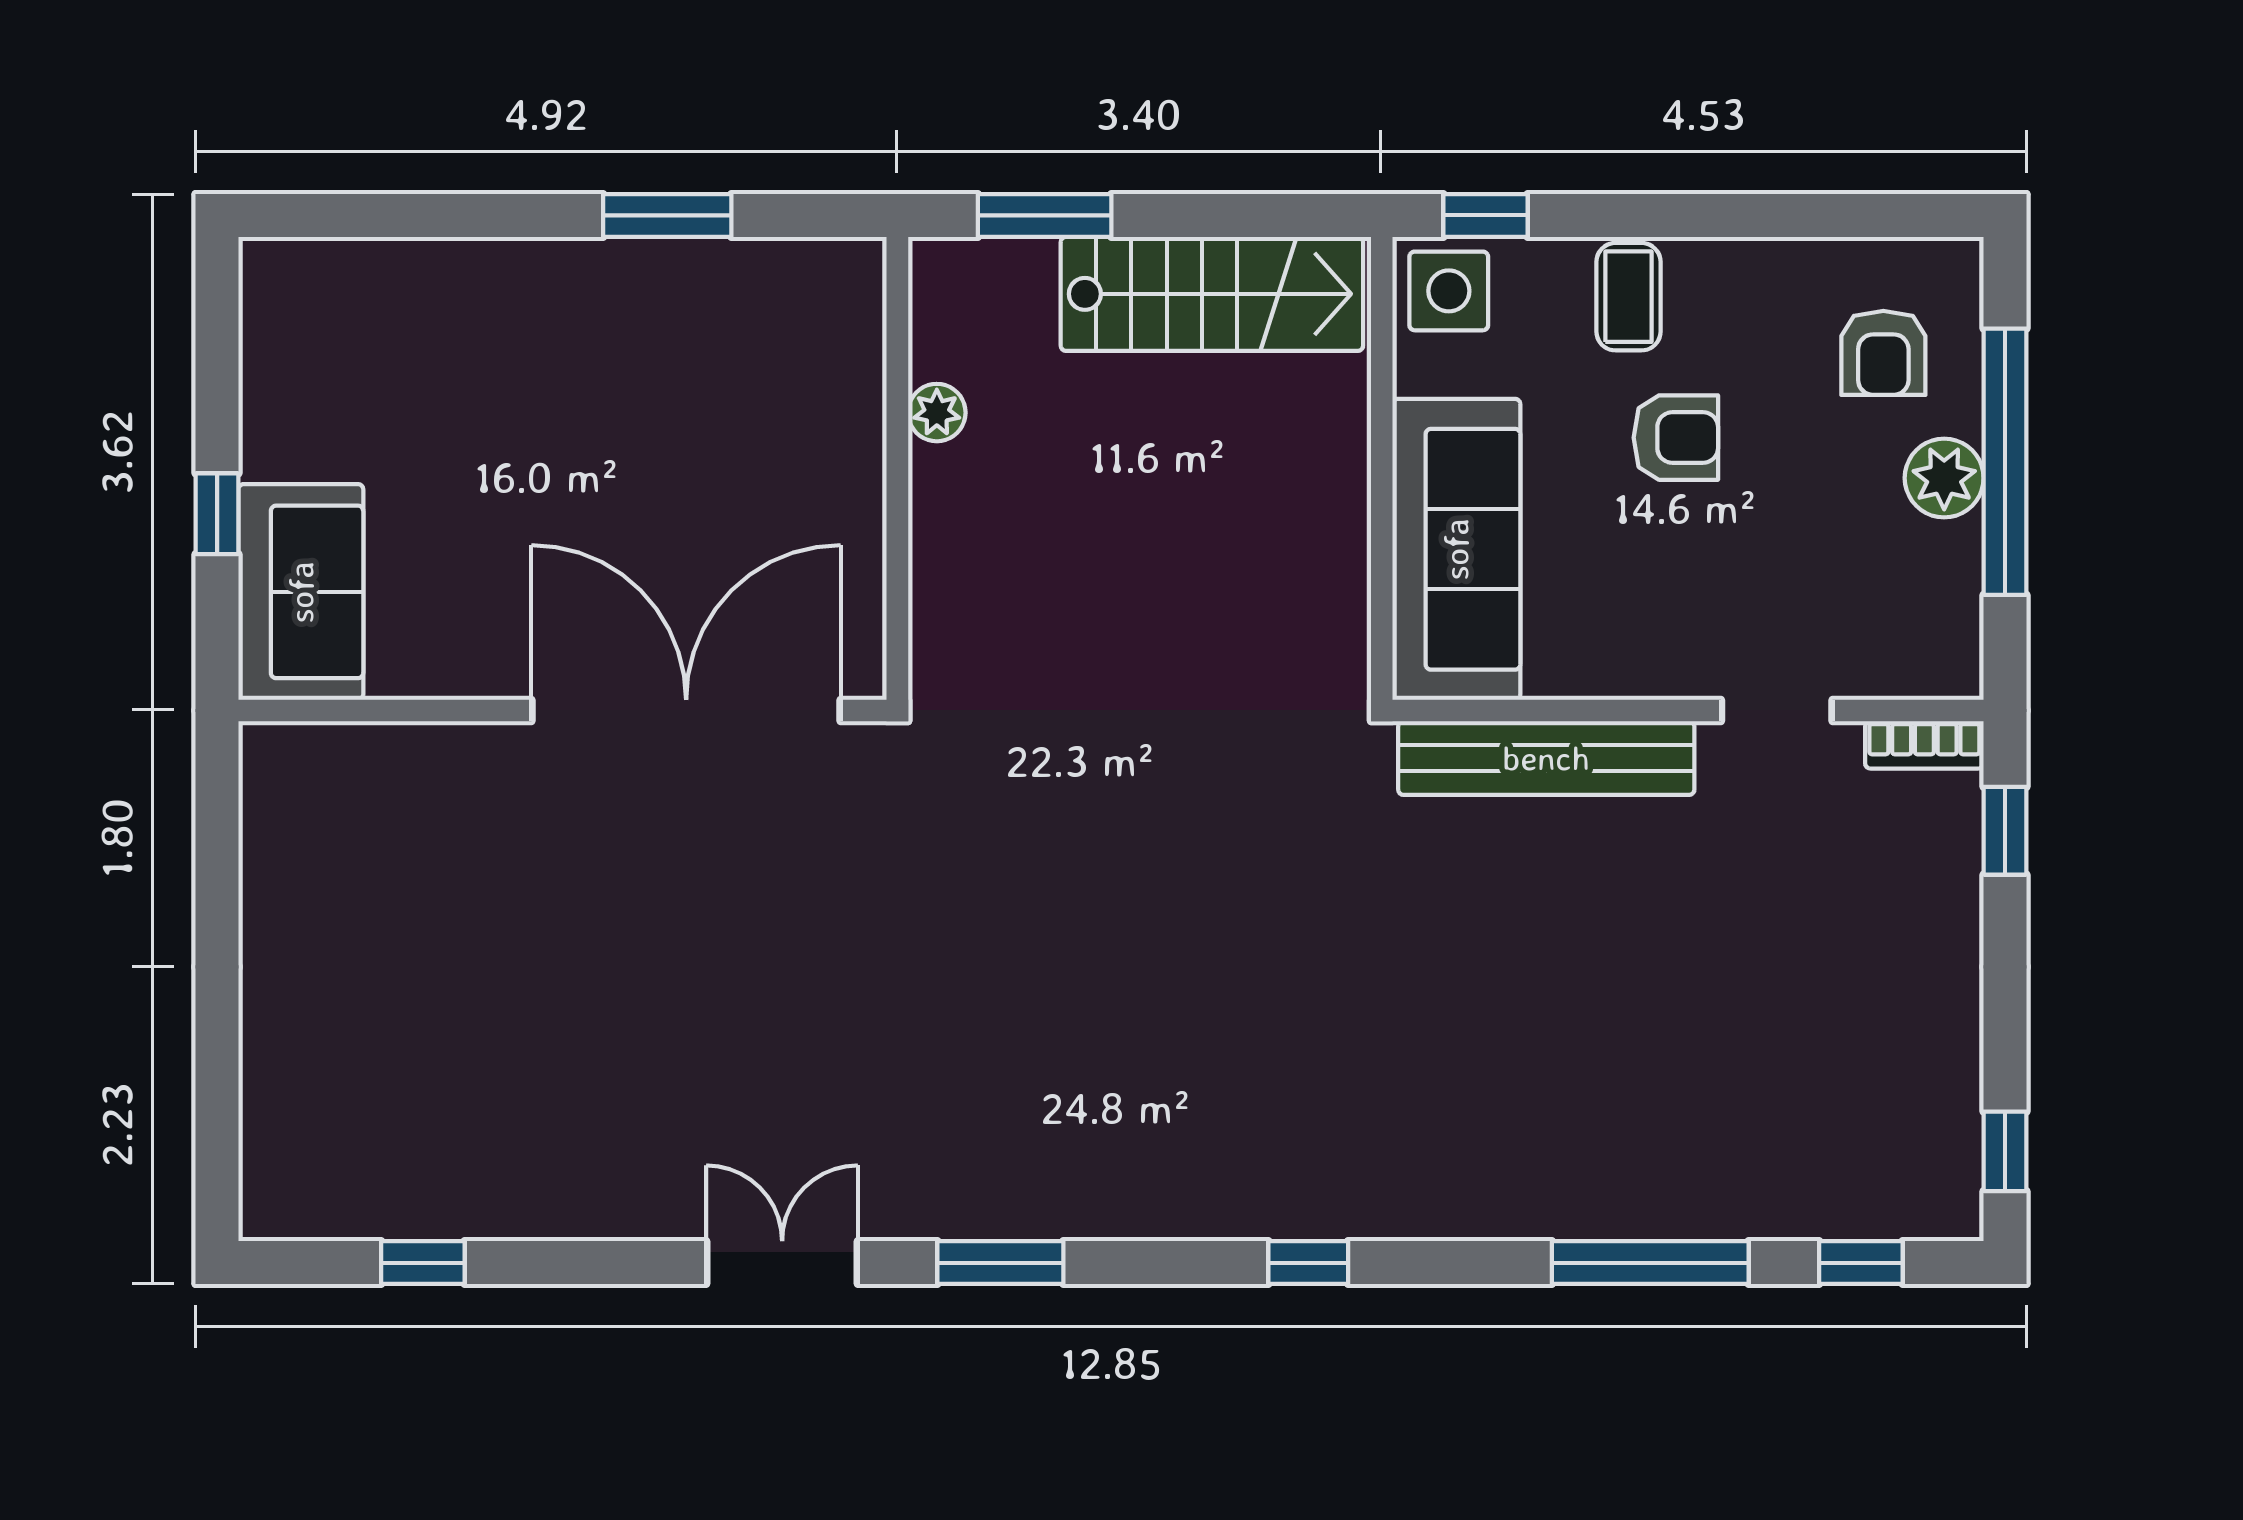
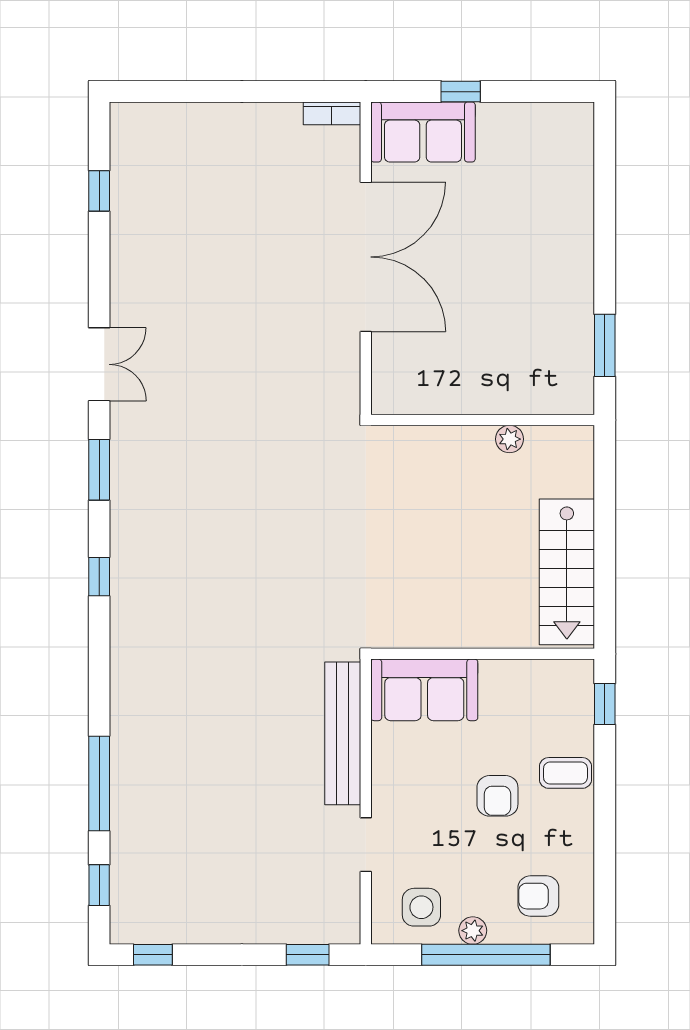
window: (667, 215) -> (605, 345), moved
window: (1045, 215) -> (605, 491), removed
side table: (1449, 291) -> (421, 907), moved
plant: (1944, 478) -> (473, 931), width x0.73, depth x0.73
sofa: (1456, 549) -> (424, 690), width x0.73
double door: (686, 710) -> (366, 257), moved
bookcase: (1924, 745) -> (332, 113), moved, turned -90
window: (1308, 1263) -> (99, 577), moved

